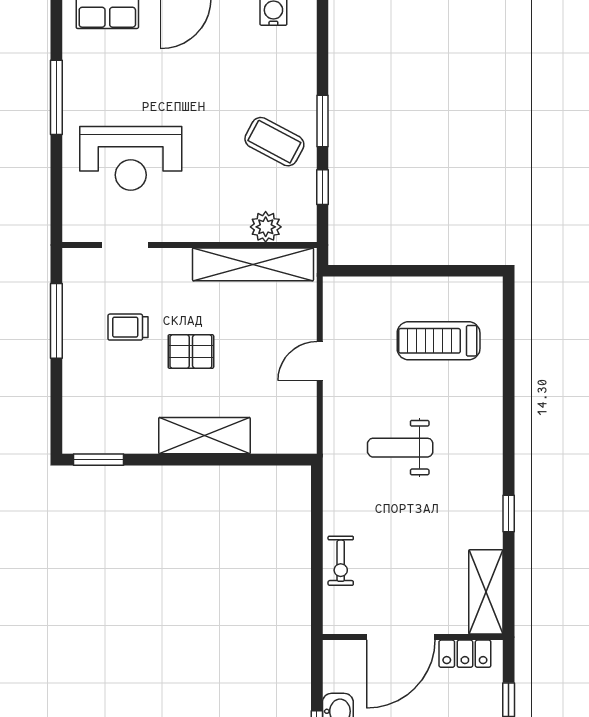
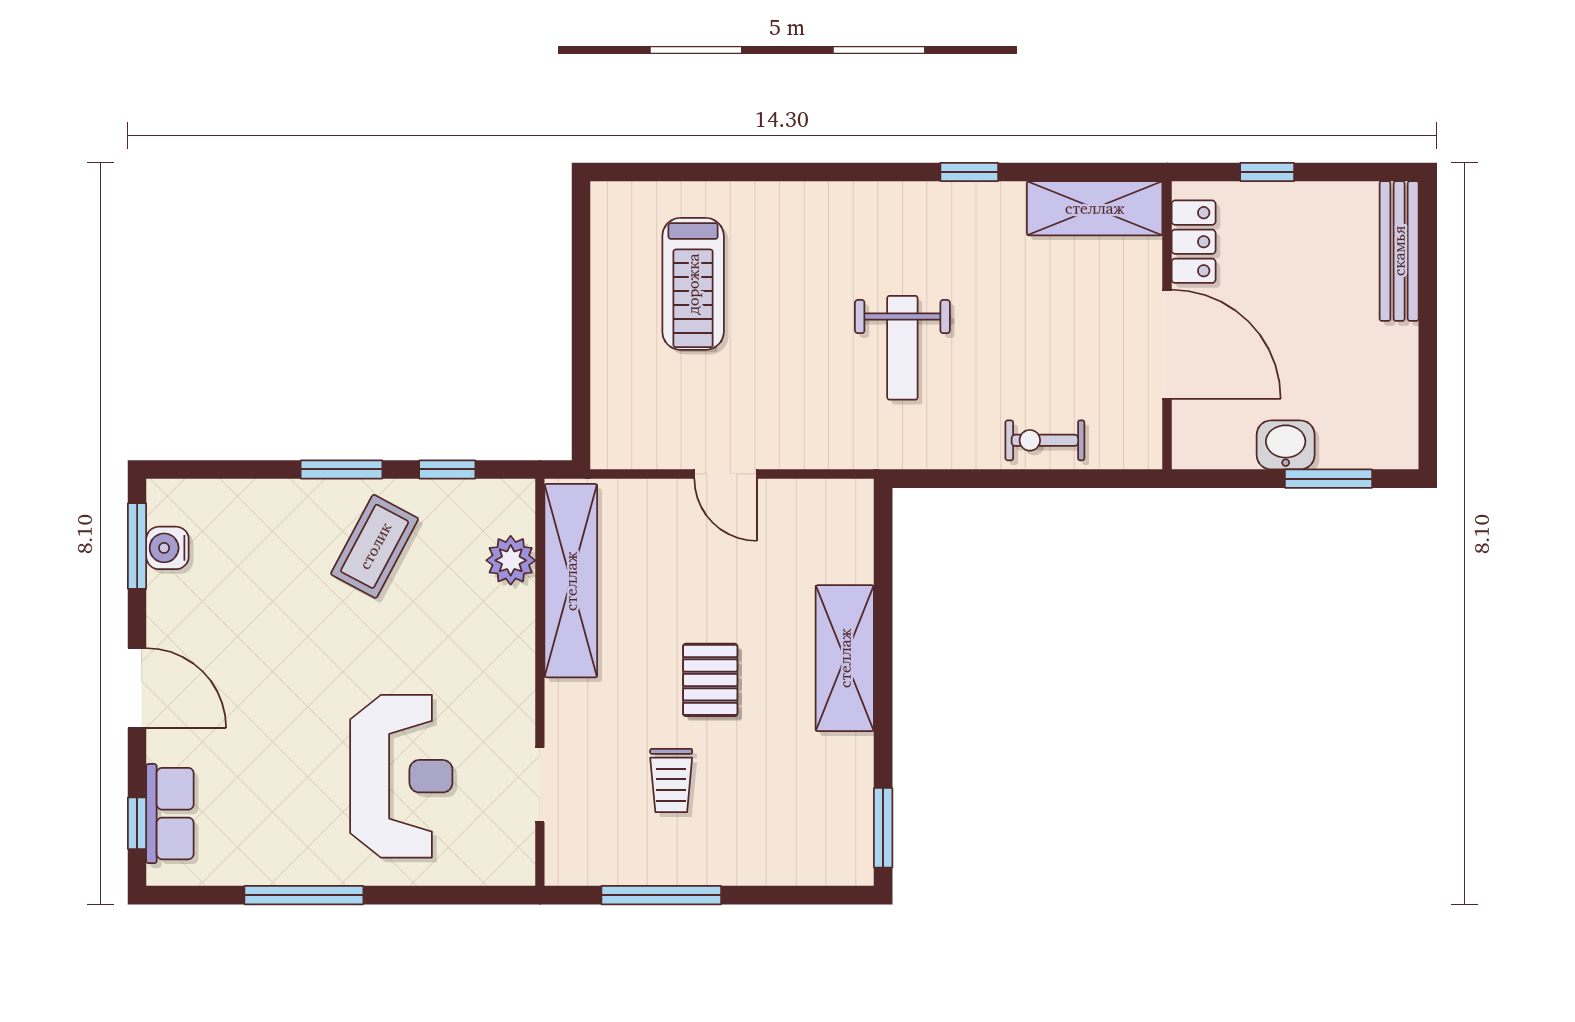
weight bench: (400, 448) -> (902, 348), moved
exercise bike: (341, 561) -> (1045, 440), turned 180

